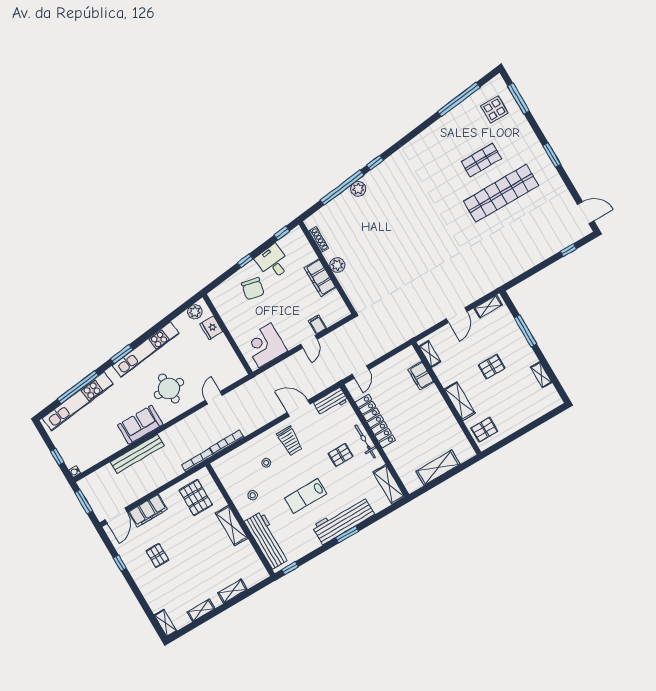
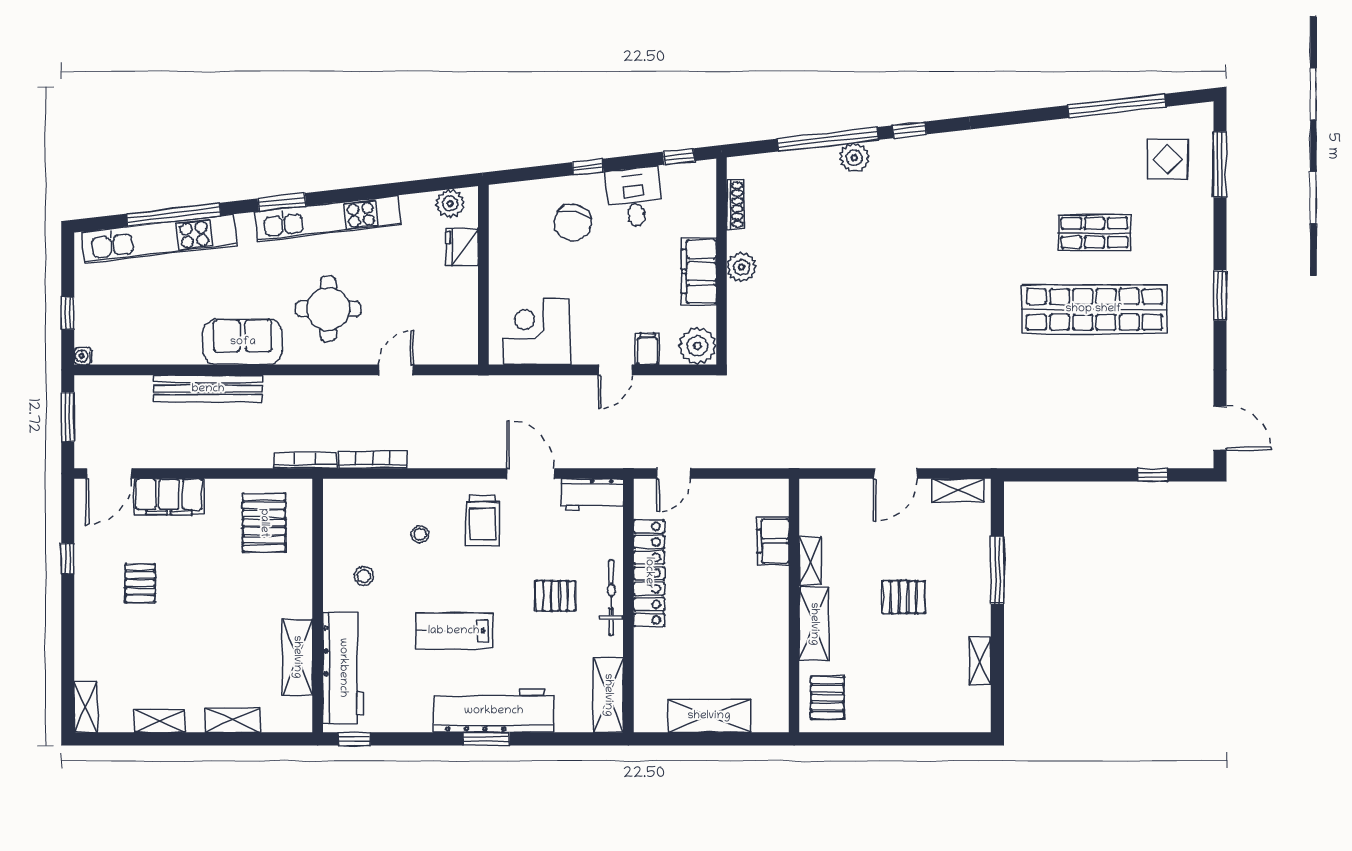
plant: (338, 310) -> (697, 346), added
shelving: (430, 354) -> (810, 561), moved
pallet: (484, 430) -> (827, 698), turned 90
shelving: (232, 526) -> (297, 657), moved

